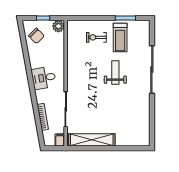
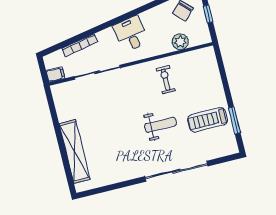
plant: (58, 26) -> (180, 42), moved
exercise bike: (96, 37) -> (166, 80), moved
shelving: (92, 140) -> (75, 152), moved

